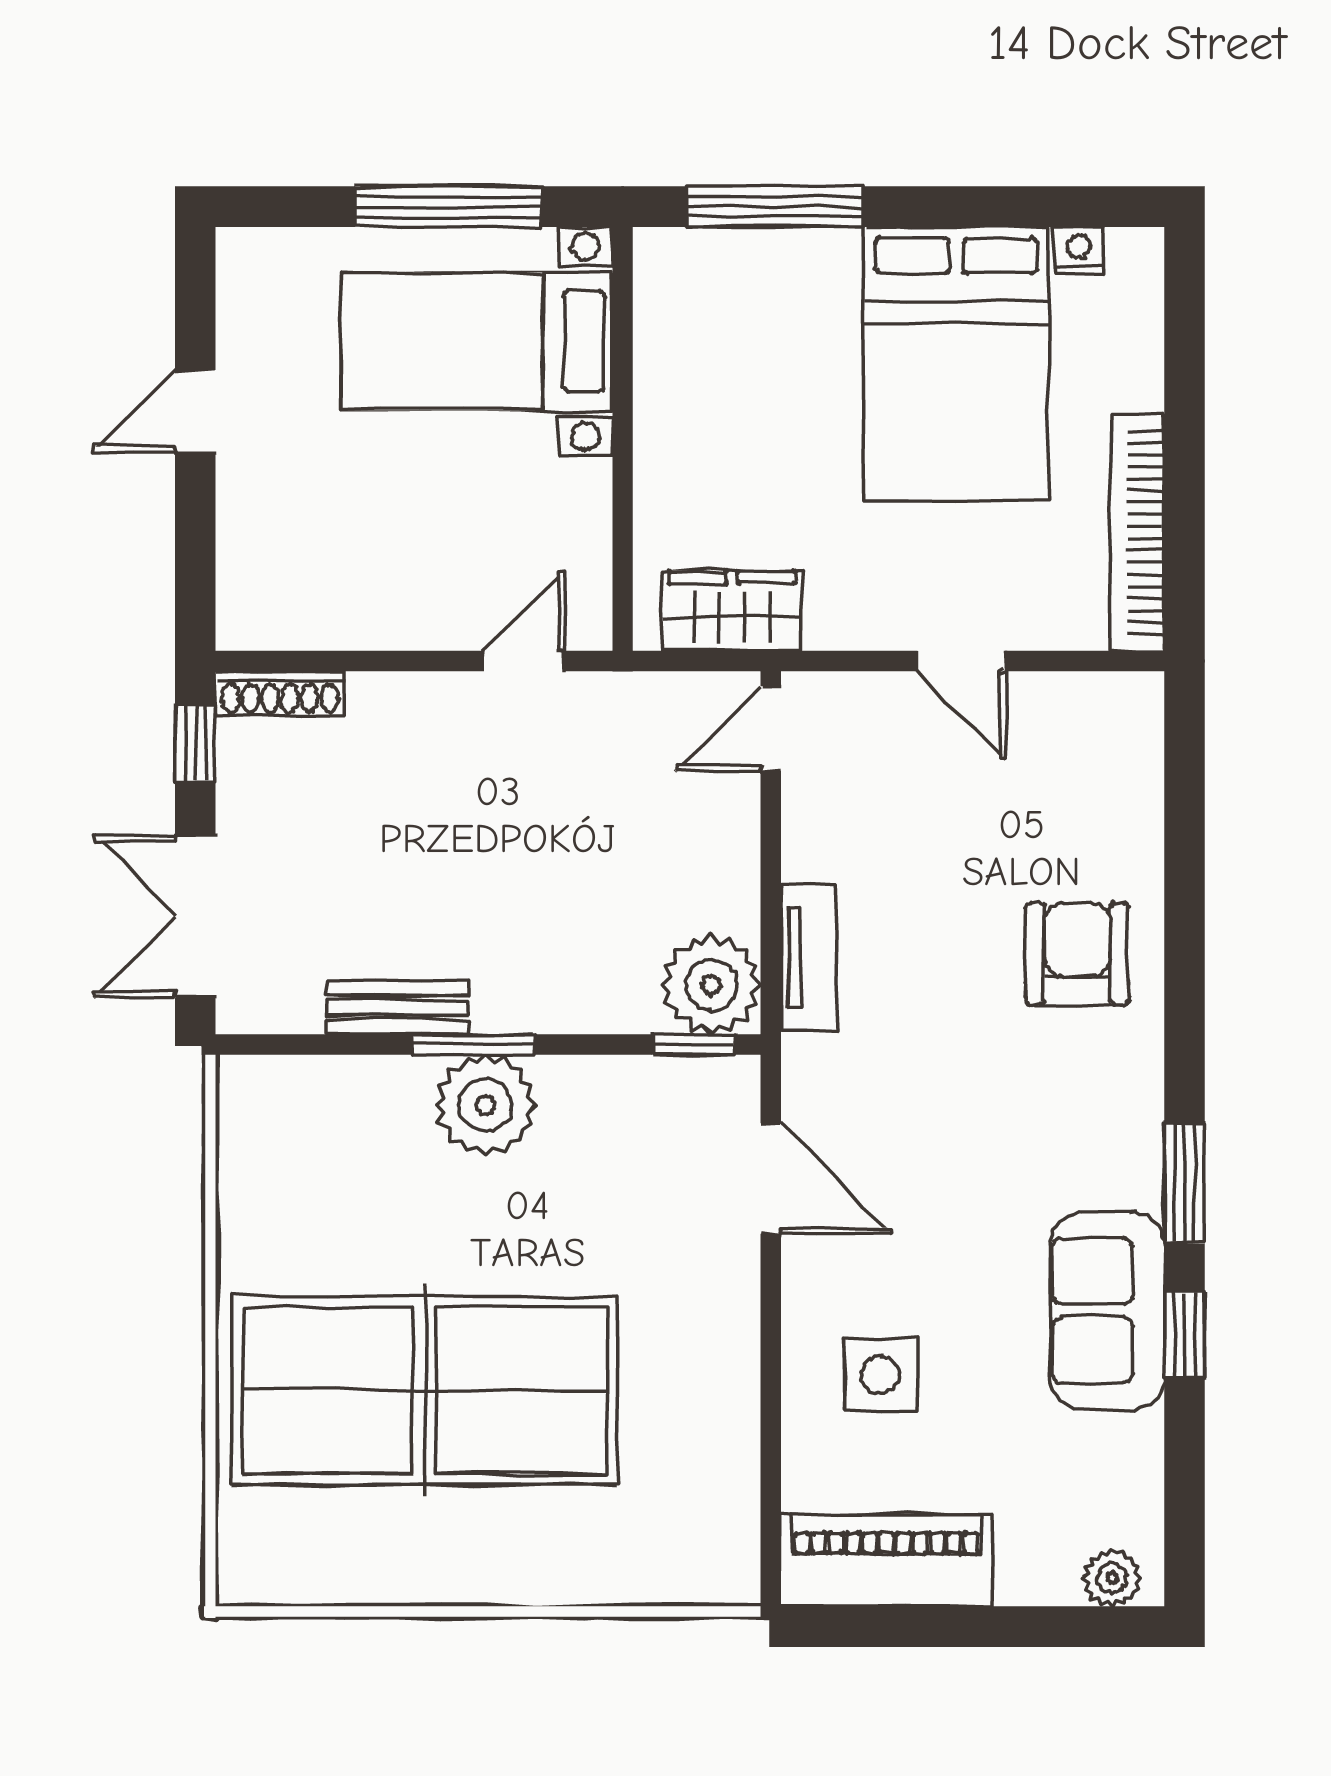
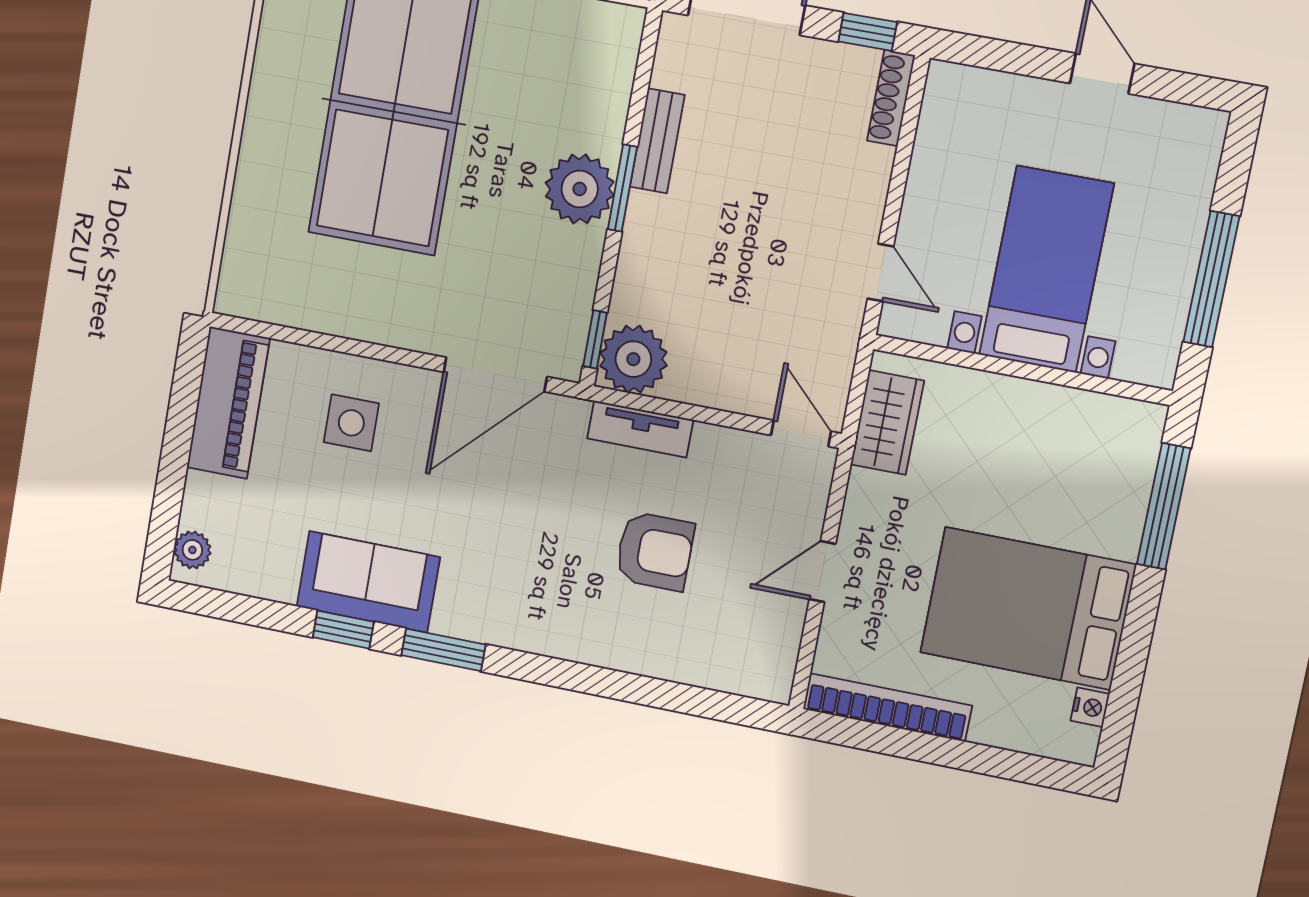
bed with nightstands: (477, 341) -> (1046, 269), moved
armchair: (1077, 954) -> (655, 551), moved
door: (771, 1179) -> (495, 374), width x1.36

